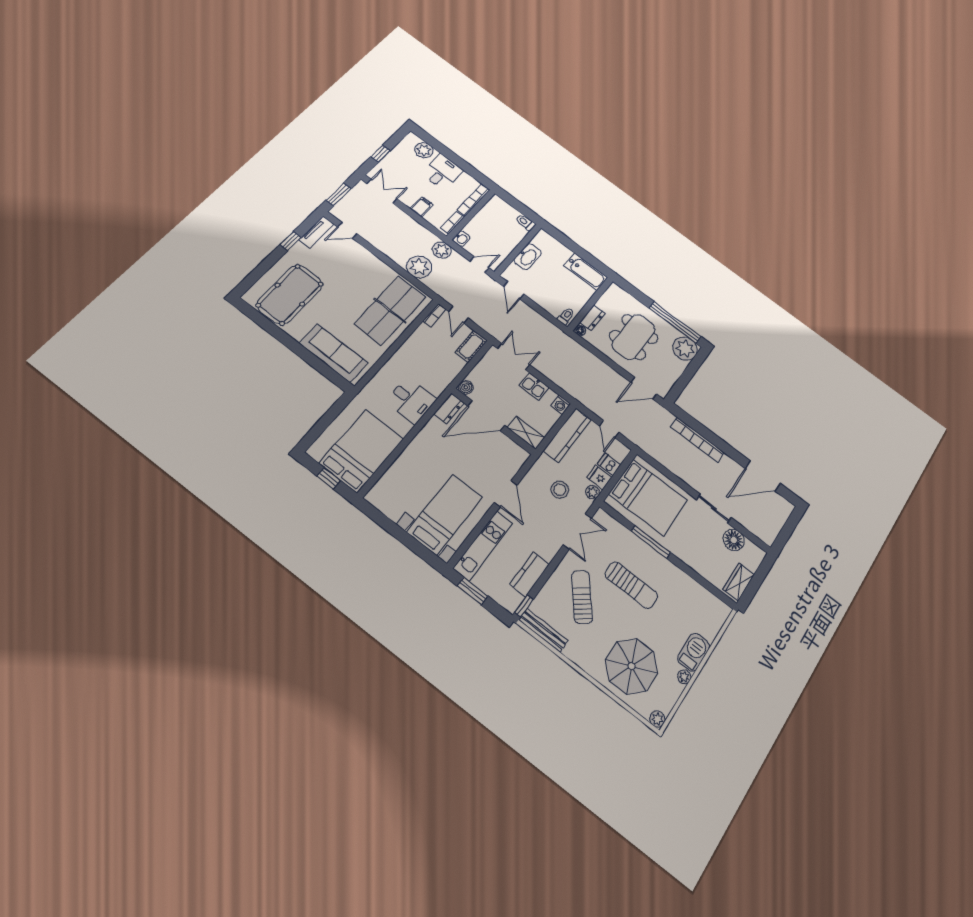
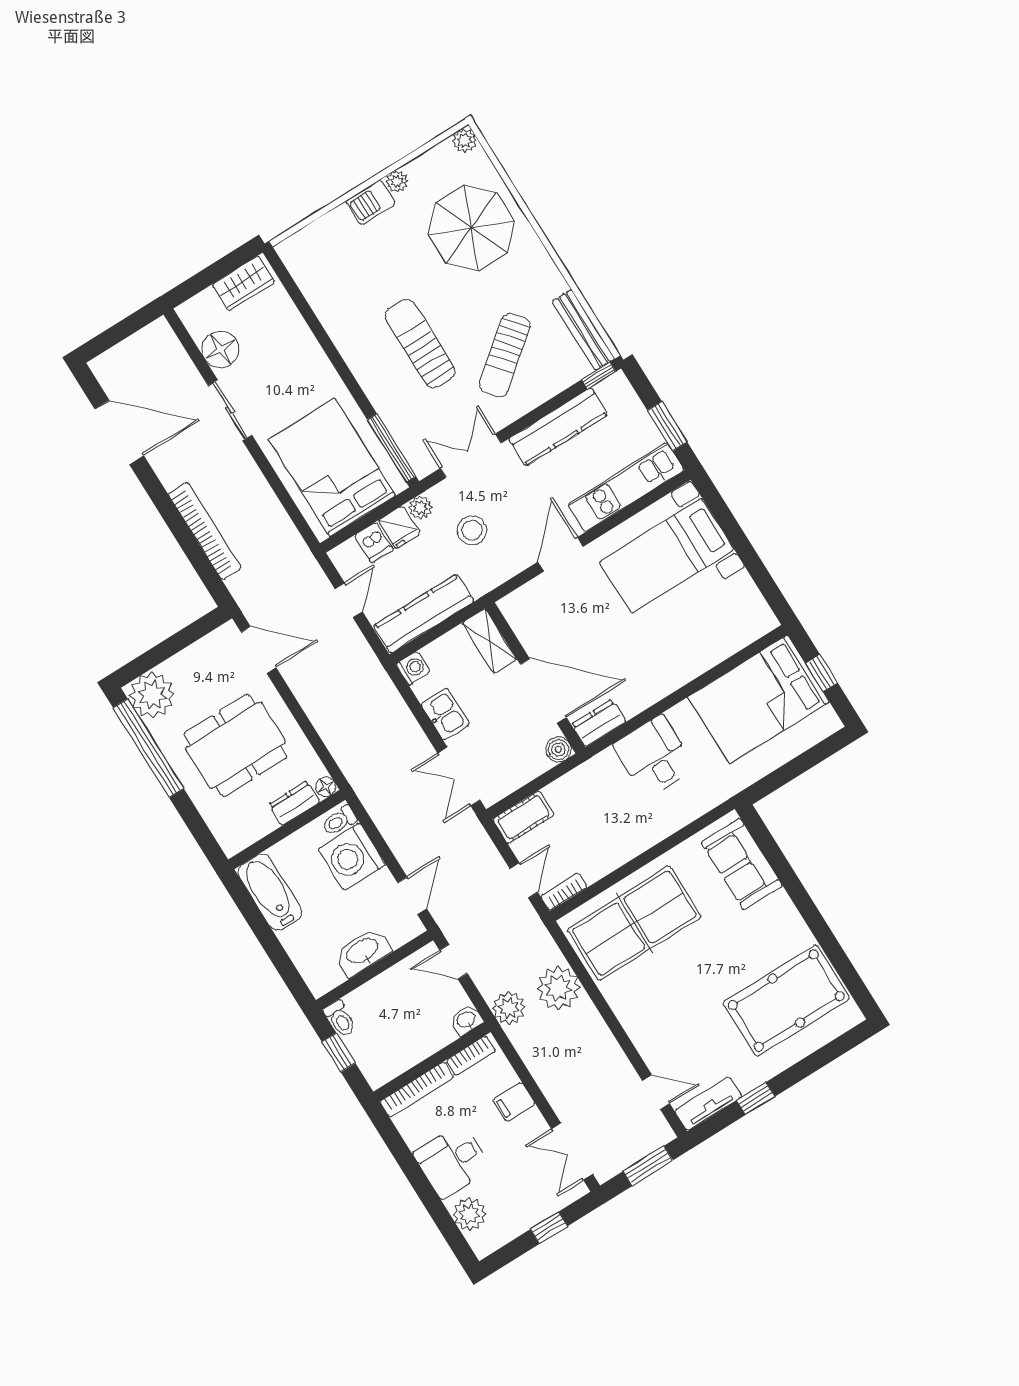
window: (520, 207) -> (339, 1052), added
washing machine: (552, 300) -> (352, 857), added
sofa: (333, 353) -> (742, 864), width x0.73
window: (651, 542) -> (392, 448), moved
kitchen counter: (529, 574) -> (558, 427), width x1.50
barbecue: (694, 652) -> (370, 202), width x0.73, depth x0.79

